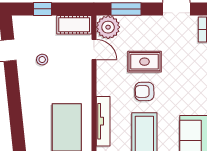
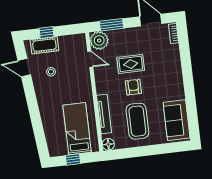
cot: (74, 25) -> (44, 45), moved
armchair: (144, 91) -> (133, 87), turned 91

